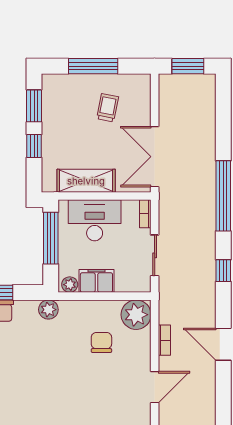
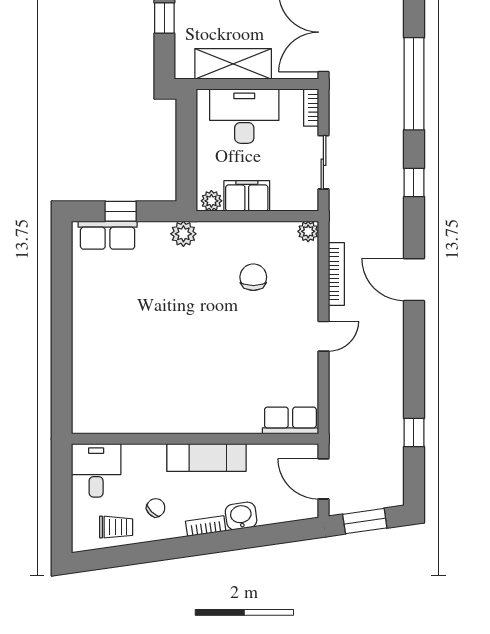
window: (51, 238) -> (186, 140), removed
plant: (136, 315) -> (308, 231), width x0.53, depth x0.53
bookcase: (164, 340) -> (336, 274), width x1.56
door: (155, 387) -> (323, 336), width x0.73

